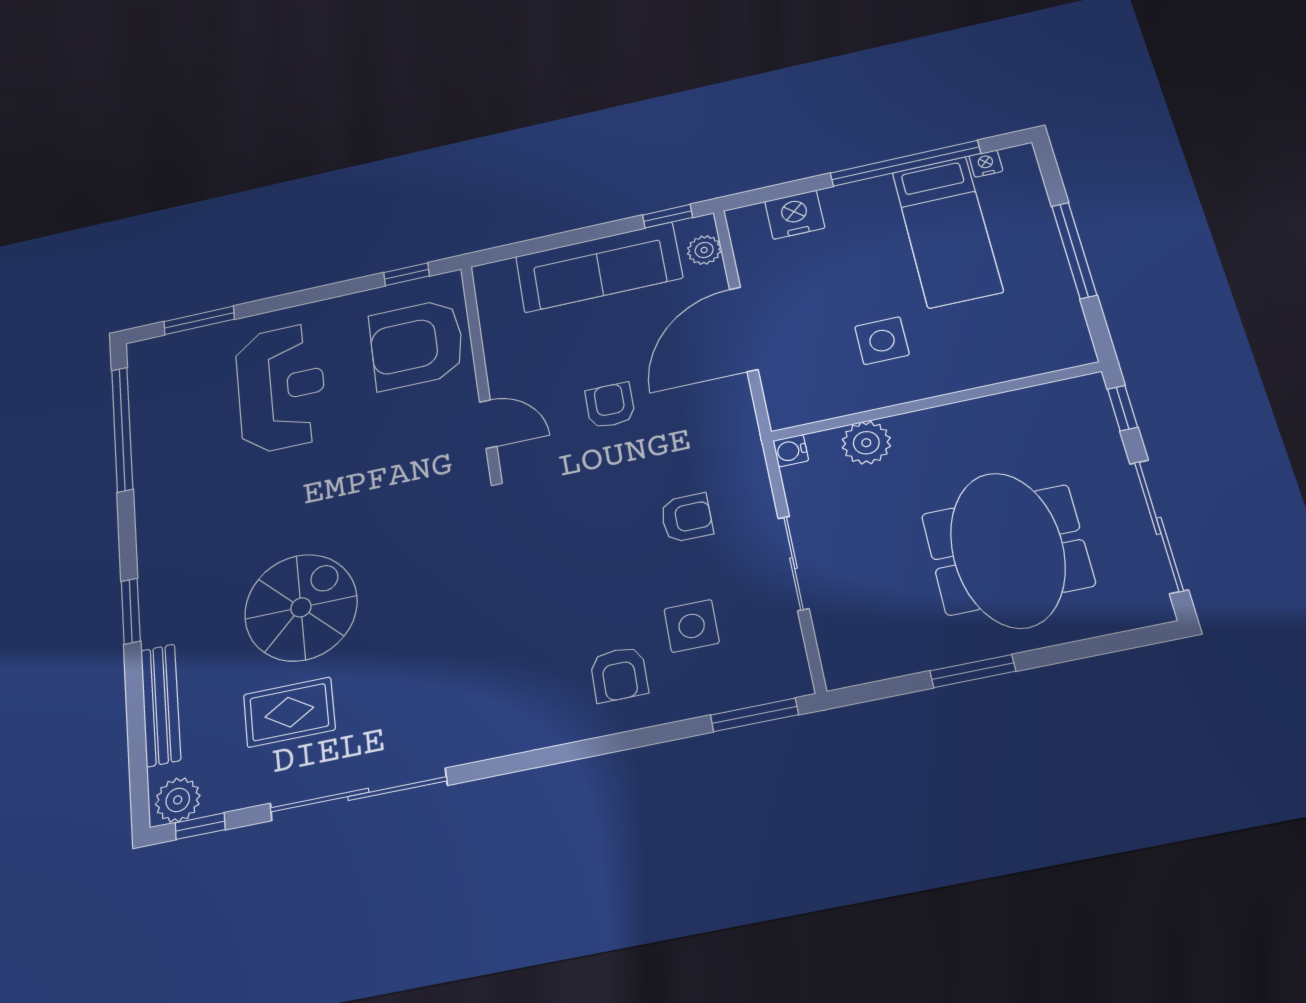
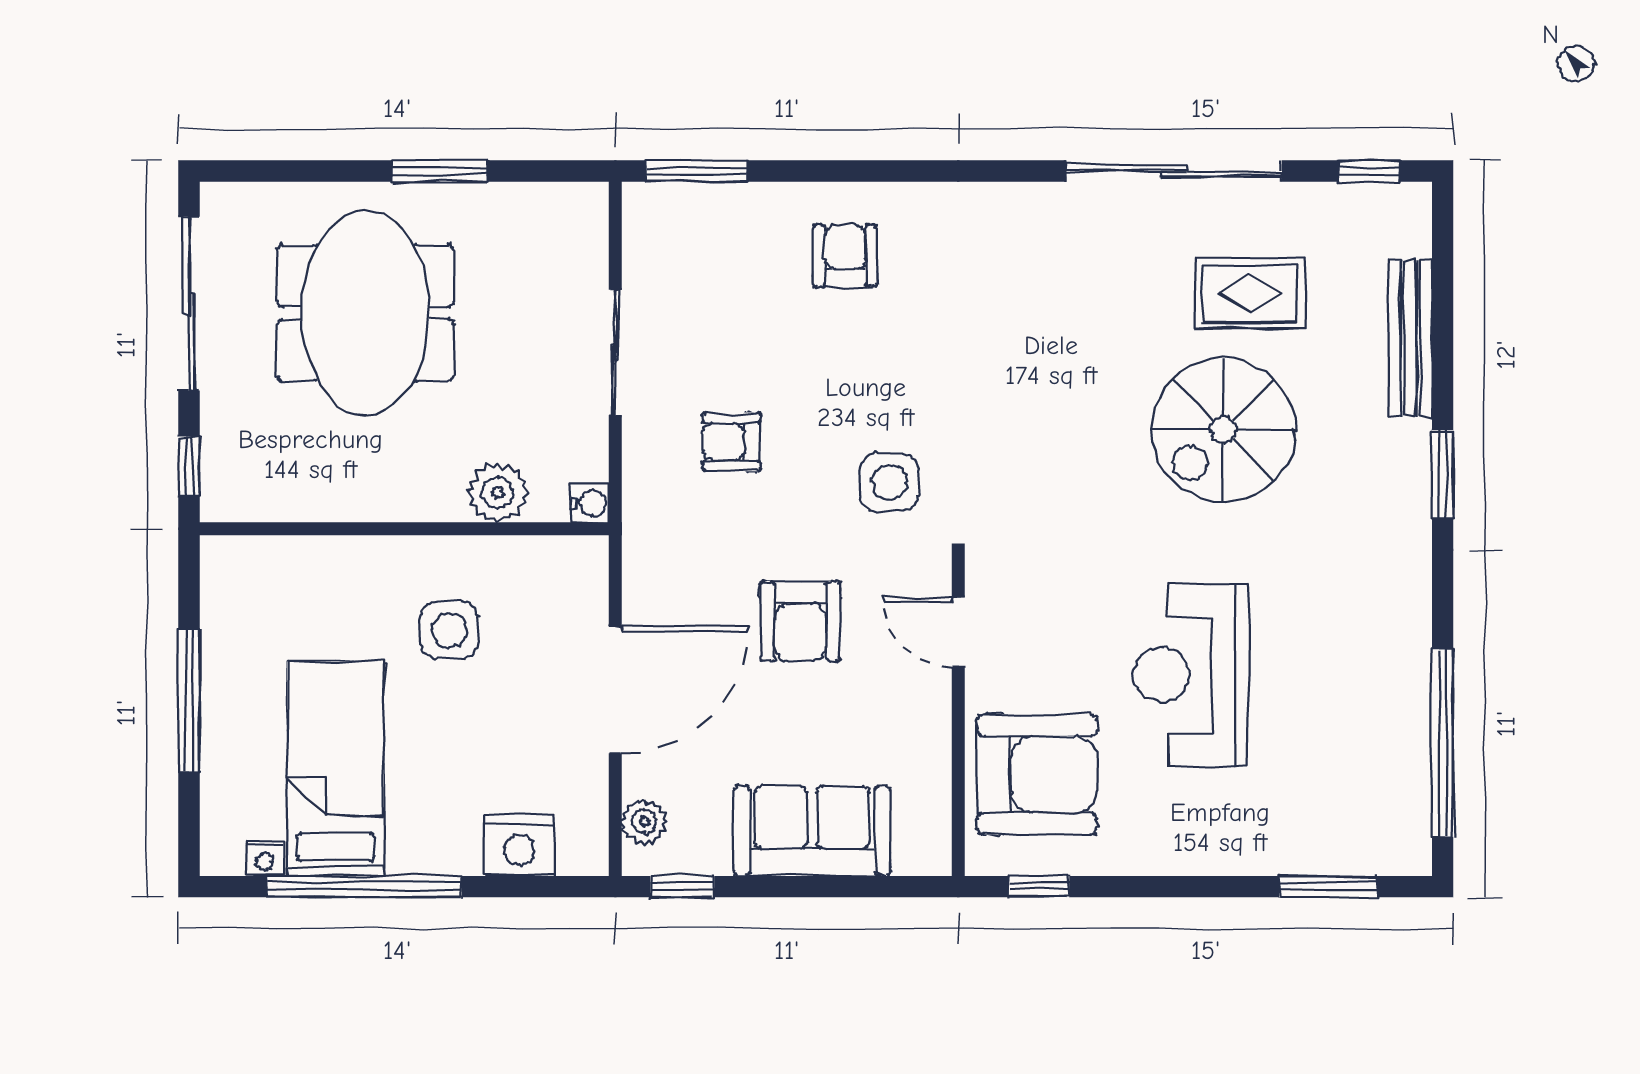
sofa: (599, 267) -> (812, 831), width x0.73
reception desk: (281, 388) -> (1191, 674), moved
armchair: (610, 405) -> (800, 621), width x1.38, depth x1.38
side table: (692, 626) -> (889, 482), moved
plant: (178, 800) -> (1395, 210), removed

